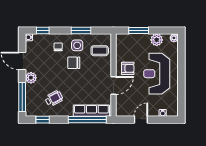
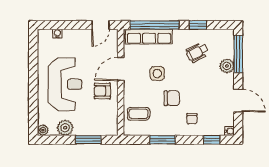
side table: (77, 45) -> (157, 74), moved
plant: (31, 78) -> (227, 66), moved
window: (43, 120) -> (198, 25), moved
door: (141, 120) -> (101, 25), moved

